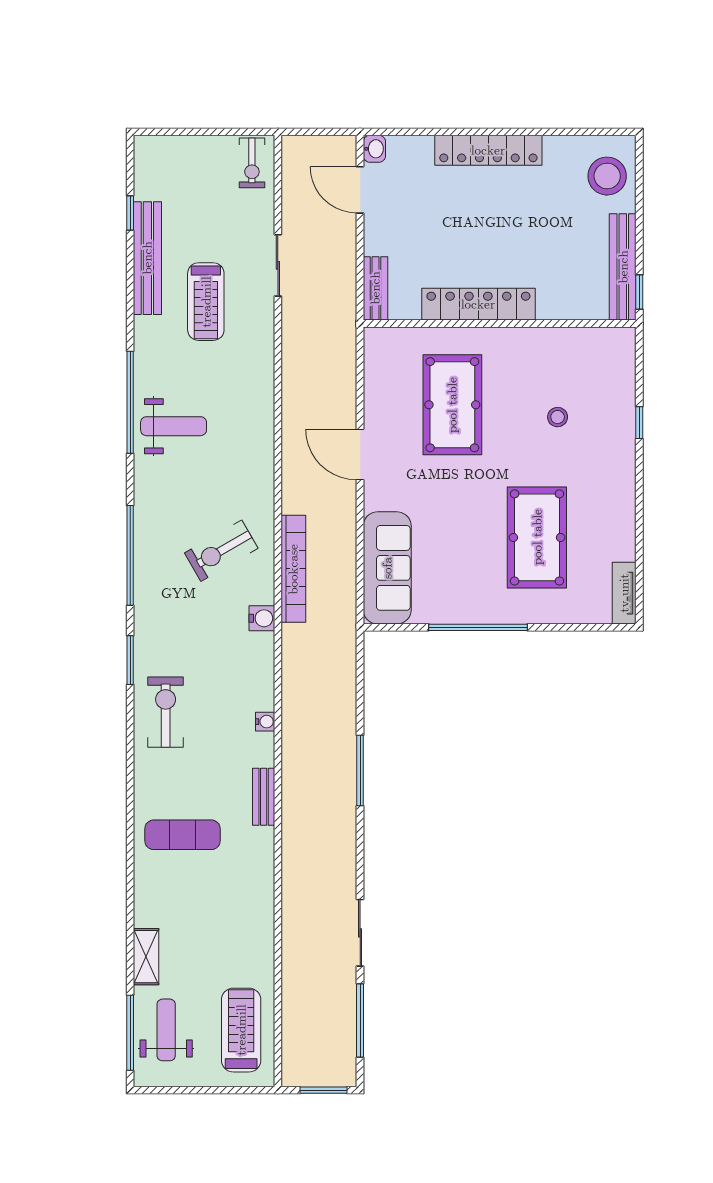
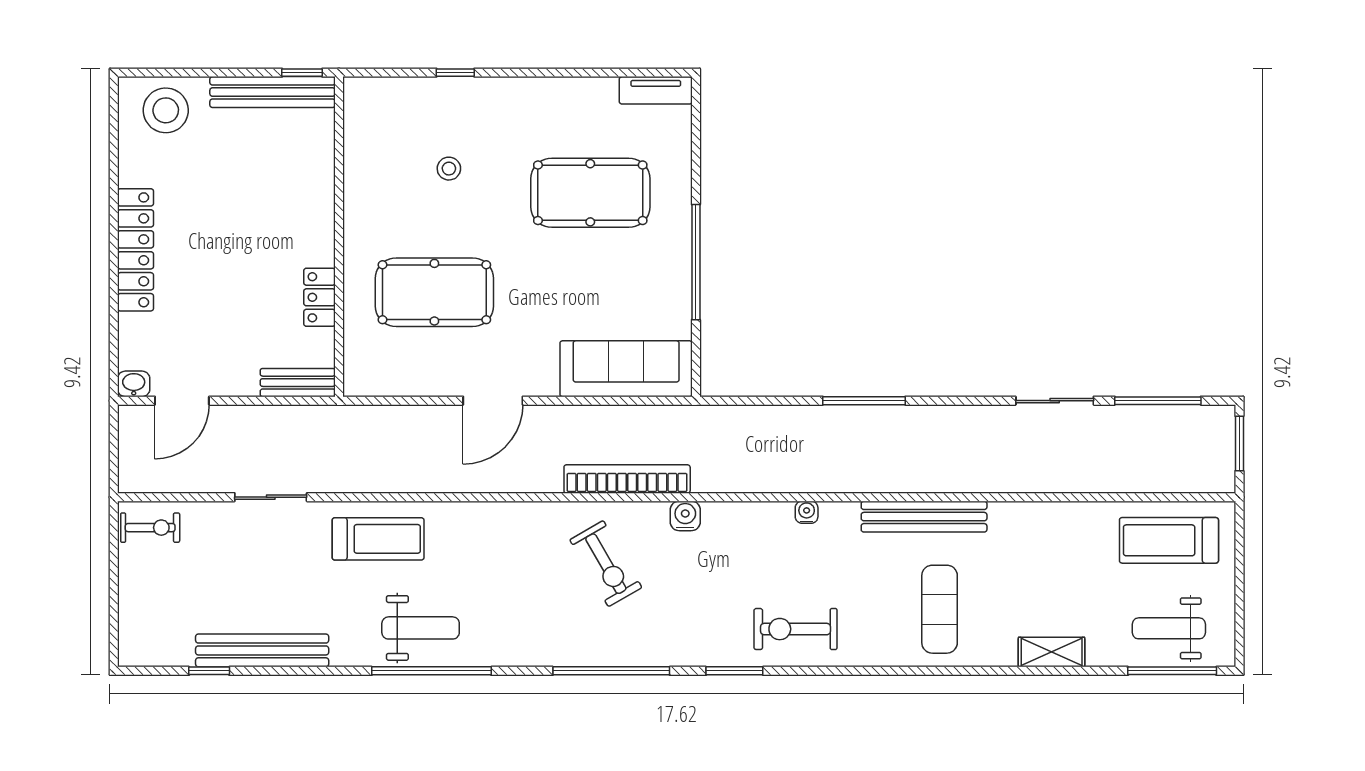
treadmill: (206, 302) -> (378, 539), moved
locker: (478, 304) -> (320, 297), width x0.46, depth x0.83
weight bench: (174, 426) -> (421, 628), moved, turned 90
bench: (264, 797) -> (924, 517), width x1.86, depth x1.21
shelving: (146, 957) -> (1052, 652), moved

